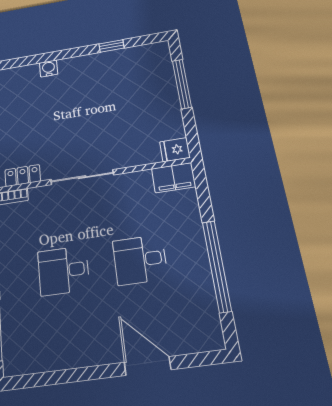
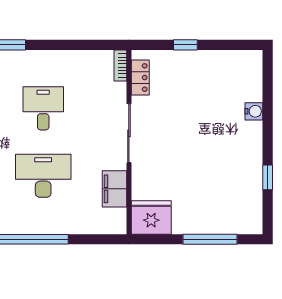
fridge: (175, 150) -> (151, 218), width x1.88, depth x1.34
filing cabinet: (173, 178) -> (114, 189), moved
desk: (140, 260) -> (43, 176), width x1.37

